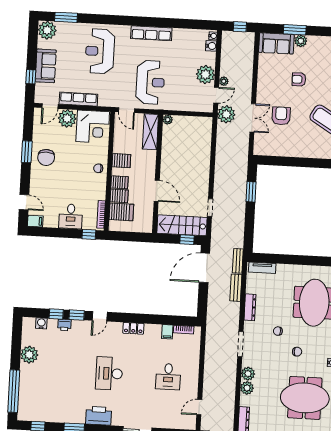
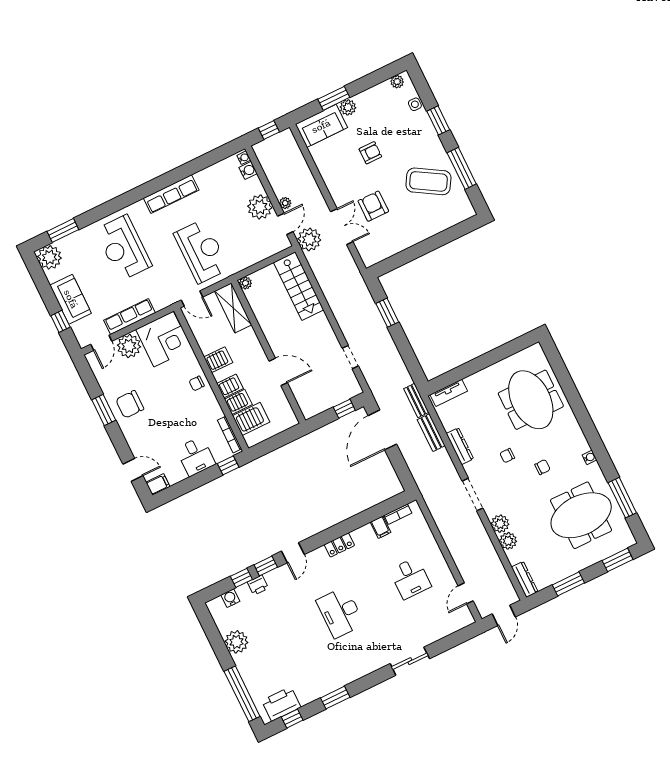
armchair: (299, 79) -> (370, 153), turned 180
chair: (46, 157) -> (130, 404), turned 90
stairs: (182, 225) -> (299, 286), moved, turned -90
printer: (99, 416) -> (281, 704), moved

